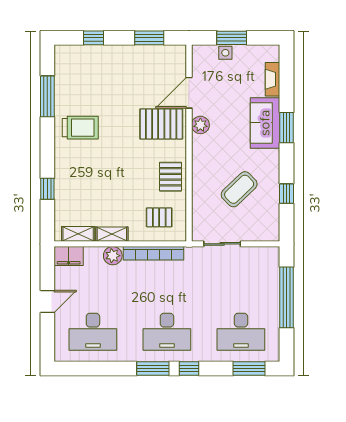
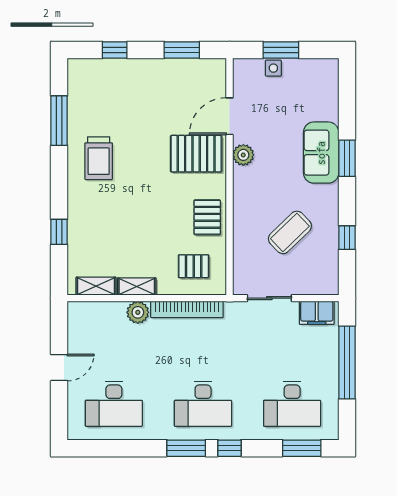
fireplace: (272, 79) -> (330, 100), removed
trolley: (80, 128) -> (99, 158), turned 90
filing cabinet: (69, 256) -> (317, 313), moved

